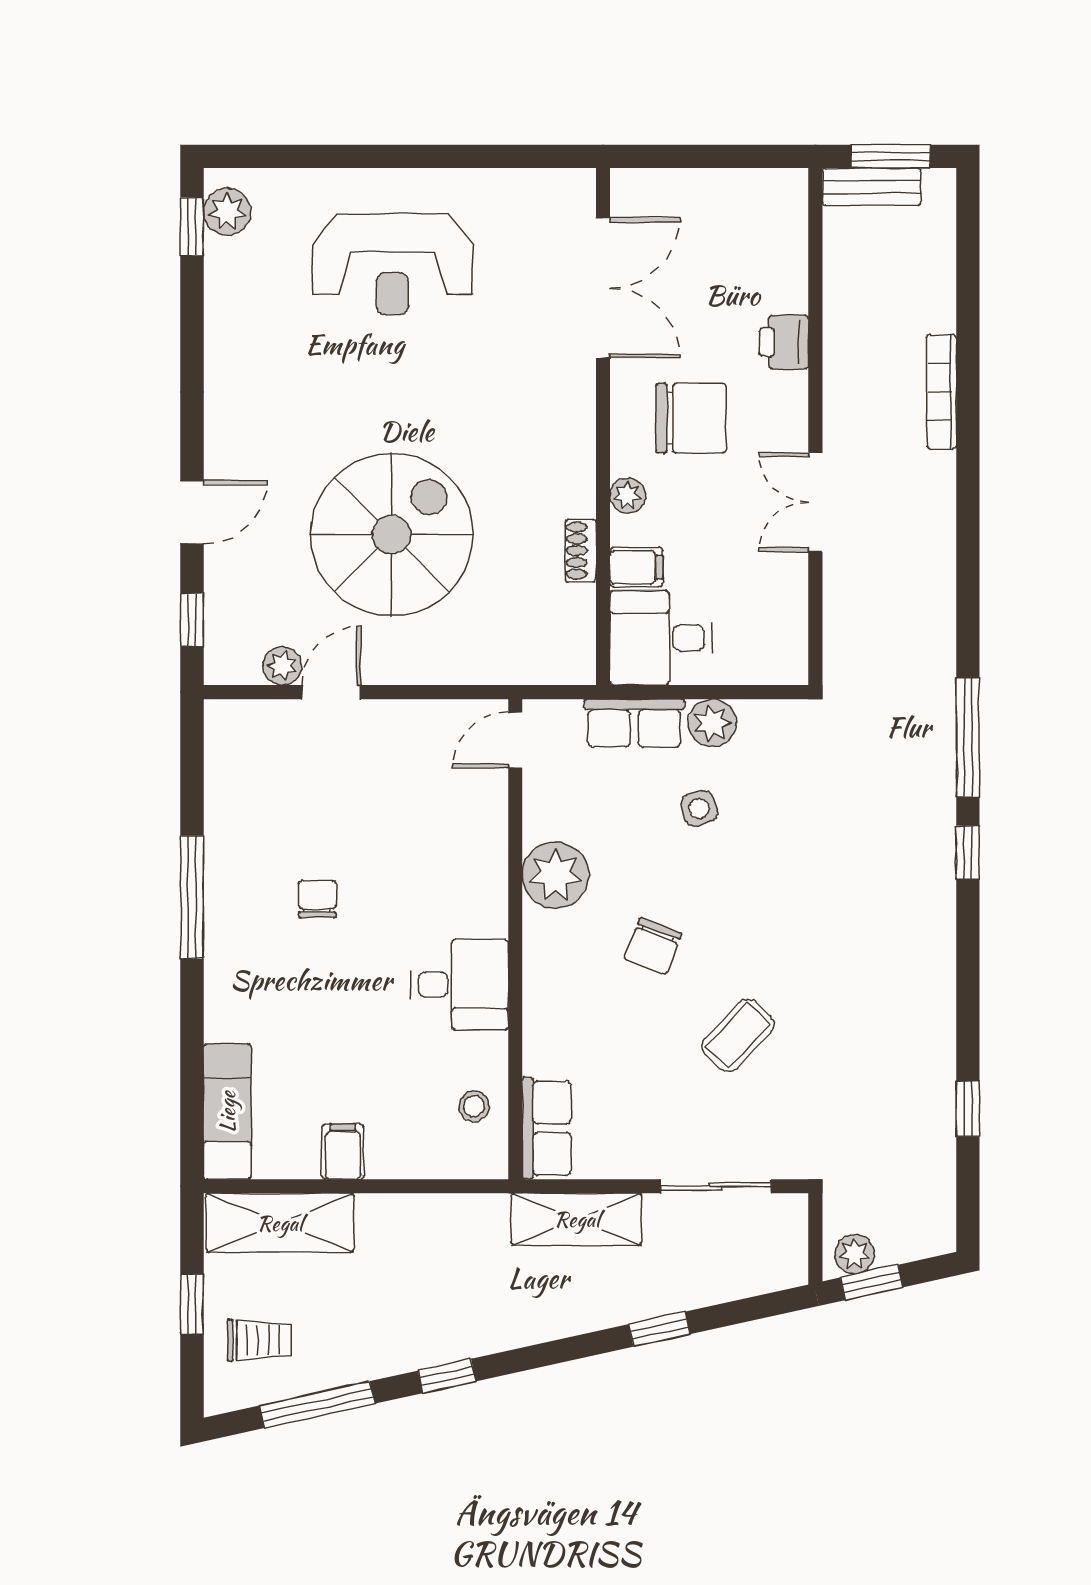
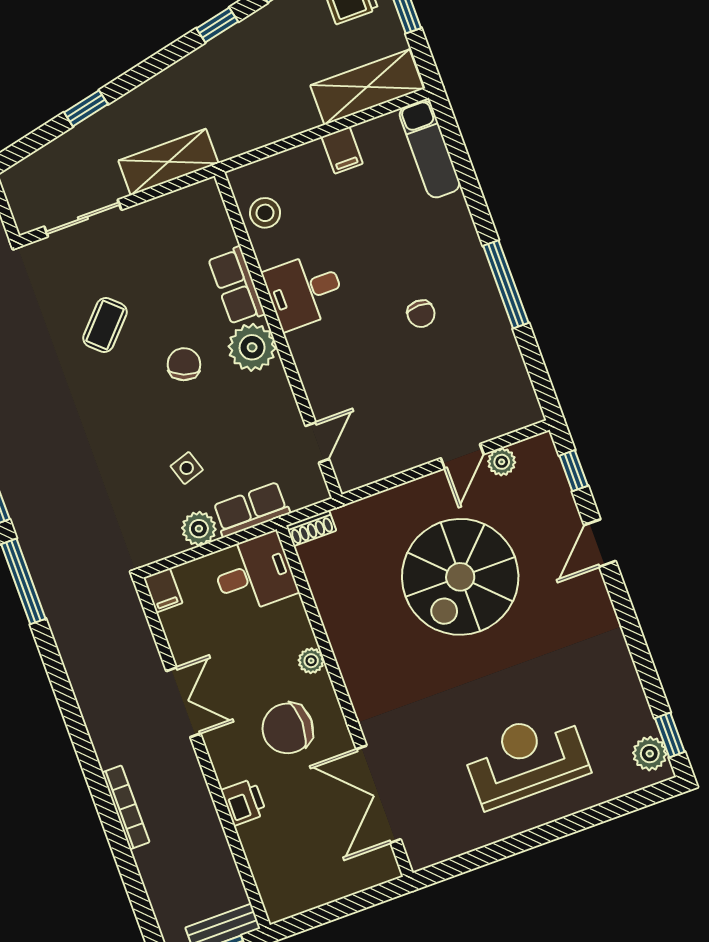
shoe rack: (581, 551) -> (311, 528), moved, turned 90
filing cabinet: (636, 567) -> (163, 590), moved, turned -90
door: (515, 740) -> (317, 442), moved
plant: (555, 875) -> (252, 347), moved
stool: (474, 1106) -> (265, 213), width x1.37, depth x1.37
row of seats: (547, 1128) -> (236, 286), moved

